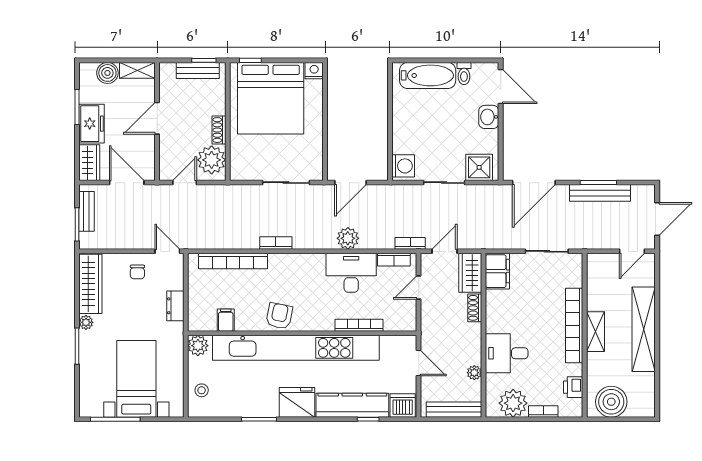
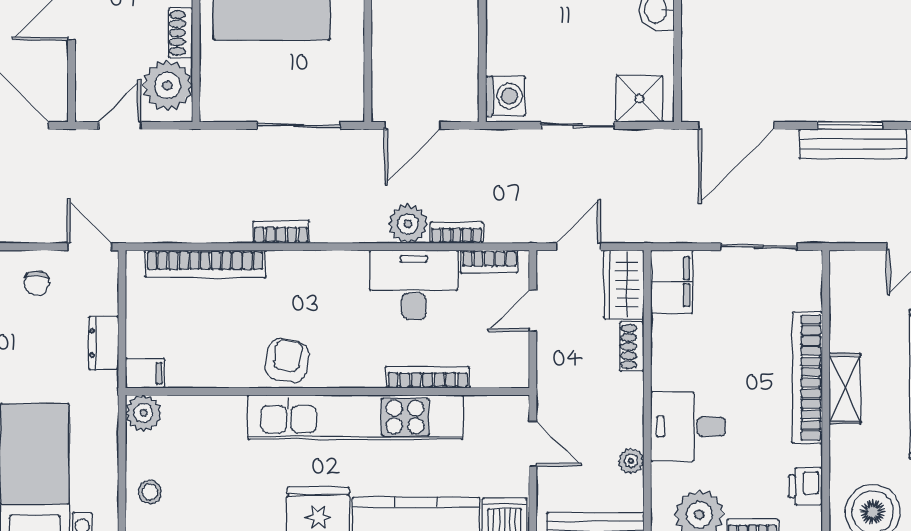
bookcase: (410, 243) -> (457, 233), moved
filing cabinet: (226, 320) -> (145, 373), moved, turned 90
kitchen unit: (296, 348) -> (355, 417), width x0.73

